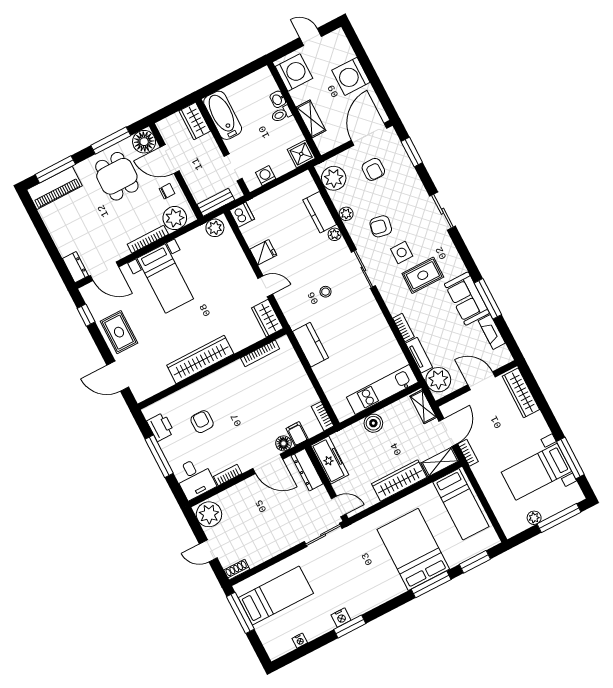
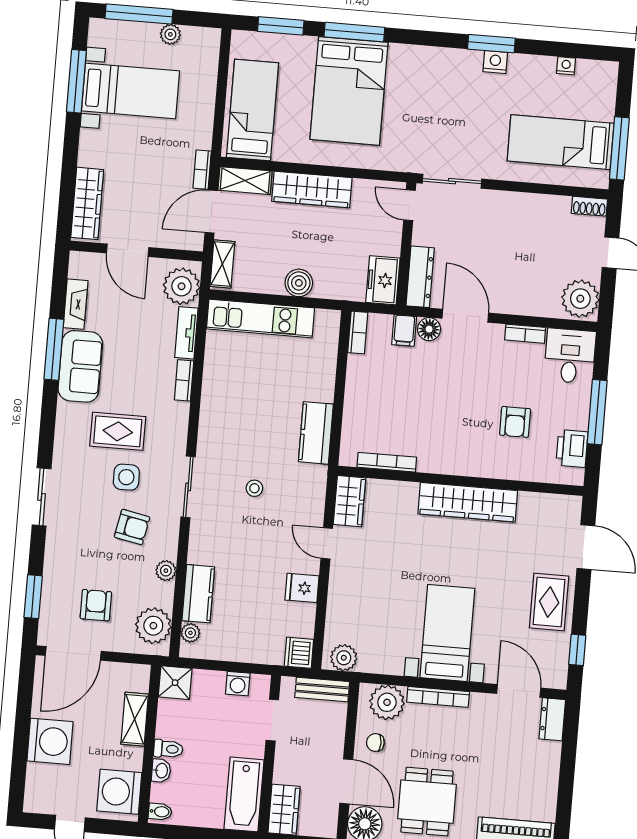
bidet: (264, 76) -> (160, 812), added
plant: (335, 234) -> (190, 633), moved
freezer: (330, 460) -> (383, 280), width x0.71

